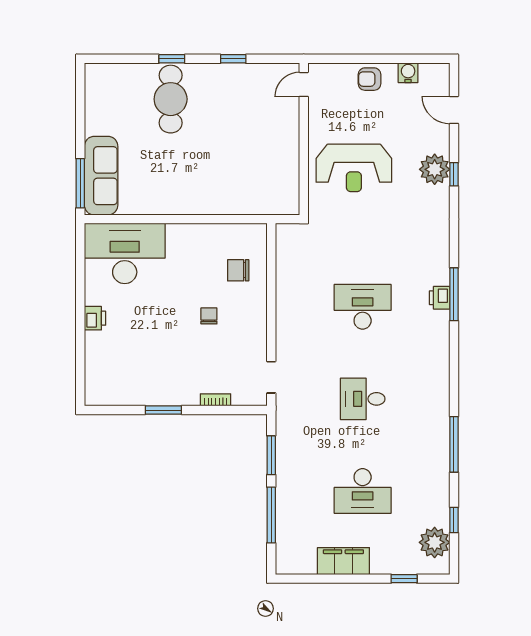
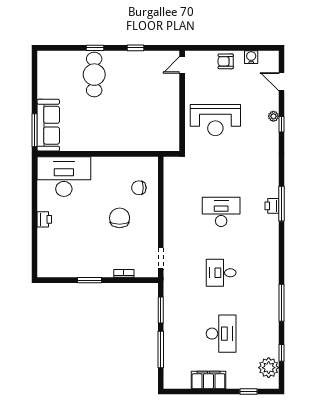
plant: (435, 169) -> (273, 116), width x0.53, depth x0.53
chair: (209, 316) -> (120, 218), width x1.87, depth x1.87
desk: (363, 491) -> (221, 334), turned -90

